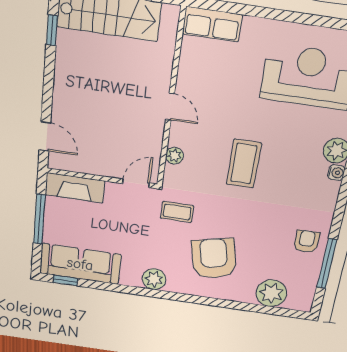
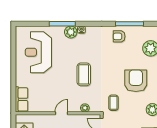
coffee table: (244, 164) -> (84, 74), turned 90
armchair: (214, 259) -> (136, 81), turned 103

